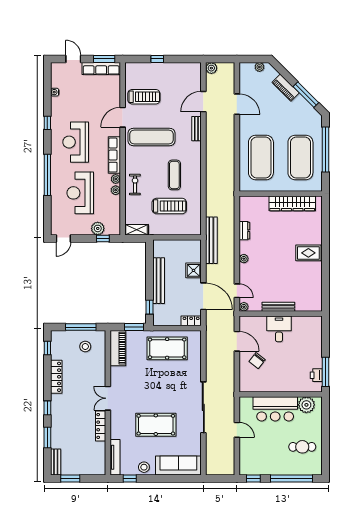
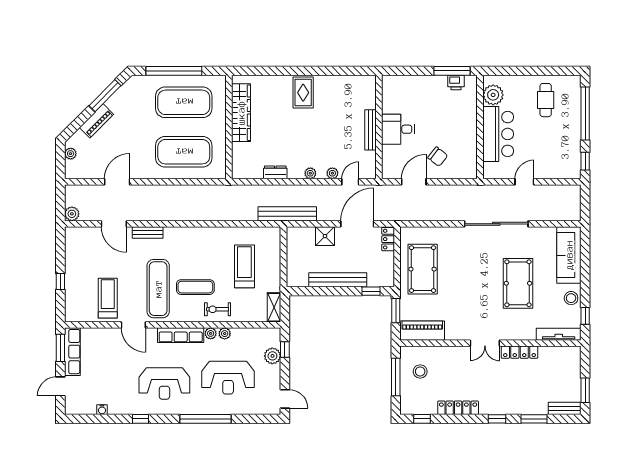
exercise mat: (174, 175) -> (195, 287), moved
plant: (244, 307) -> (332, 173), moved

